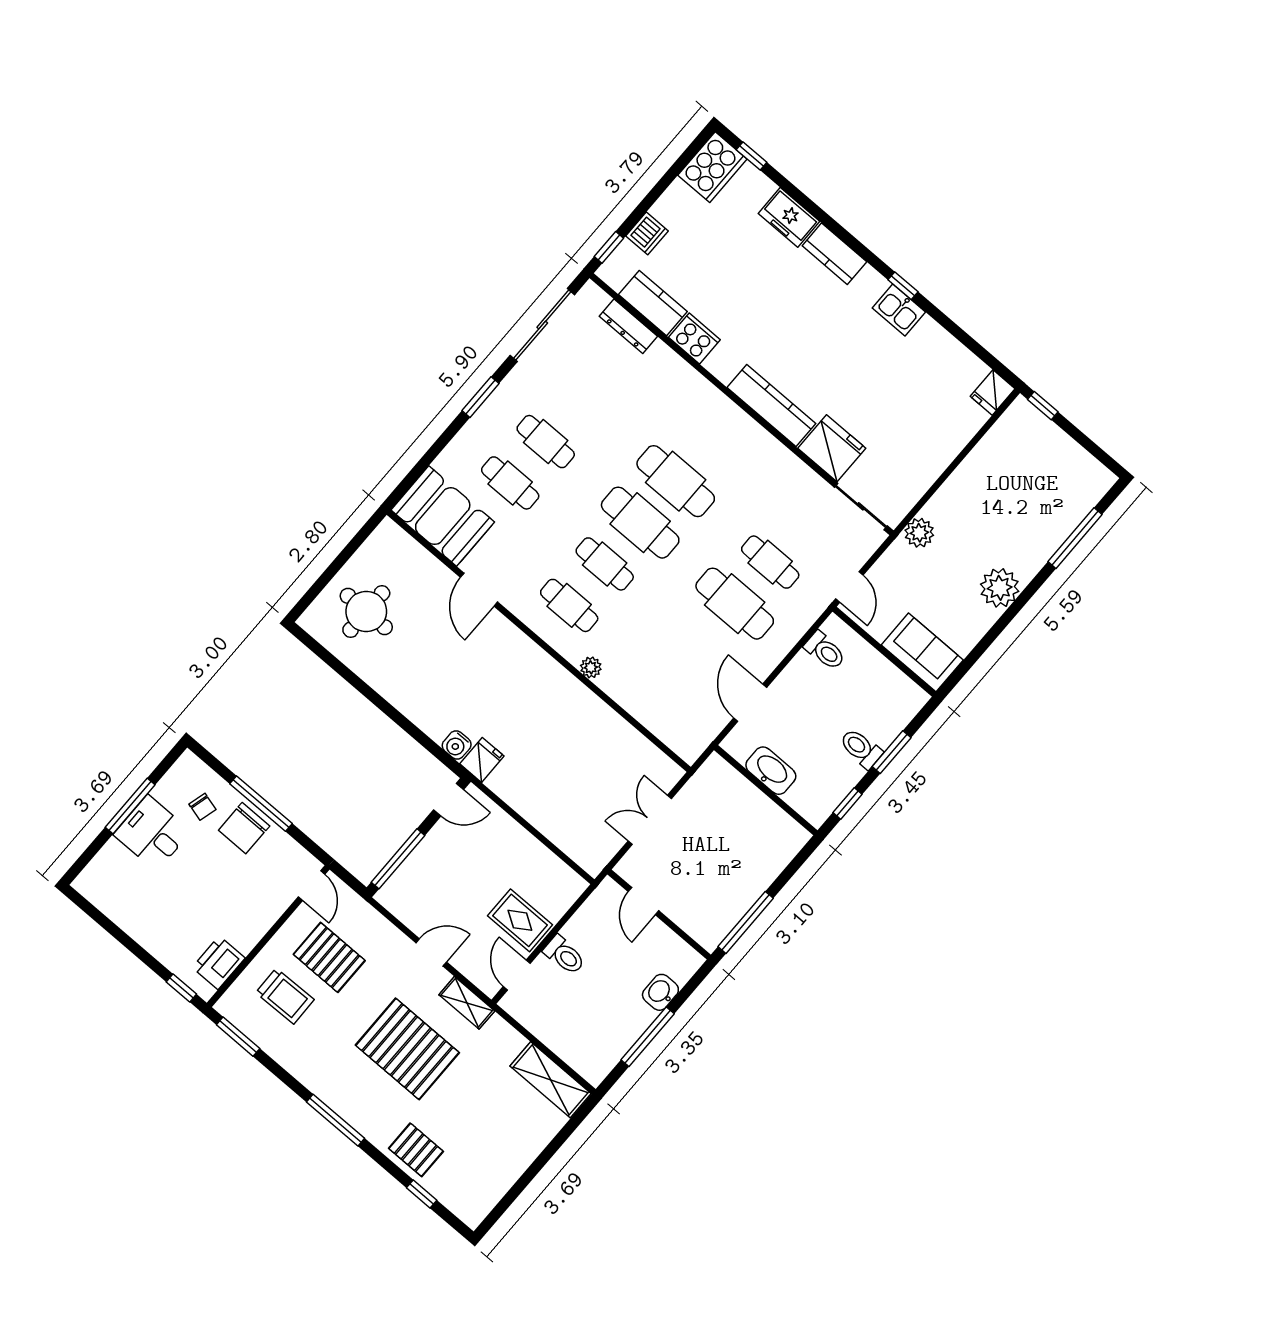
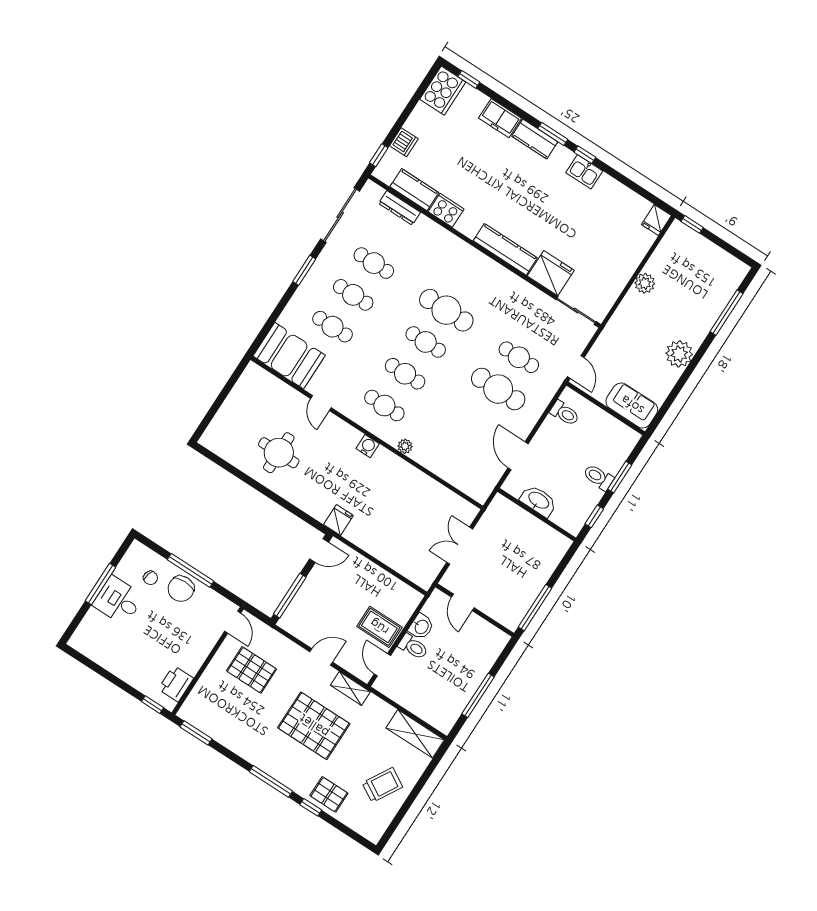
window: (861, 250) -> (553, 134), added
cafe table: (581, 400) -> (374, 263), added
cafe table: (640, 523) -> (426, 342), width x0.73, depth x0.74
plant: (919, 533) -> (645, 283), moved
door: (479, 590) -> (321, 403), width x0.73
round table: (366, 611) -> (279, 453), moved
water cooler: (457, 745) -> (368, 446), moved, turned 180
washbasin: (660, 992) -> (421, 627), moved, turned 180
trolley: (285, 996) -> (382, 785), moved, turned -59
window: (422, 1194) -> (311, 807), moved

